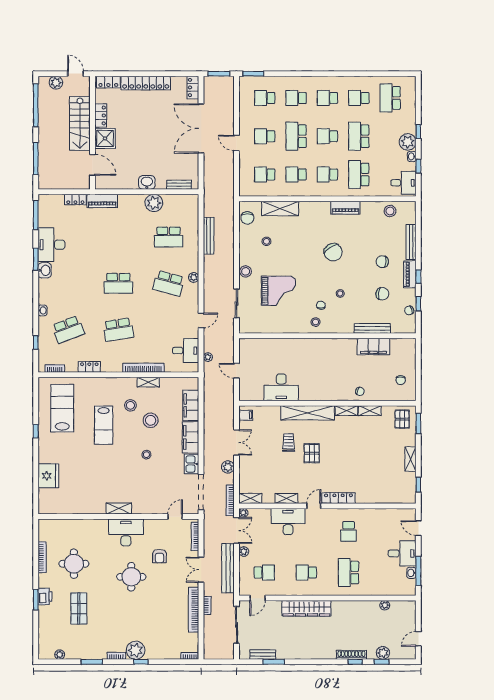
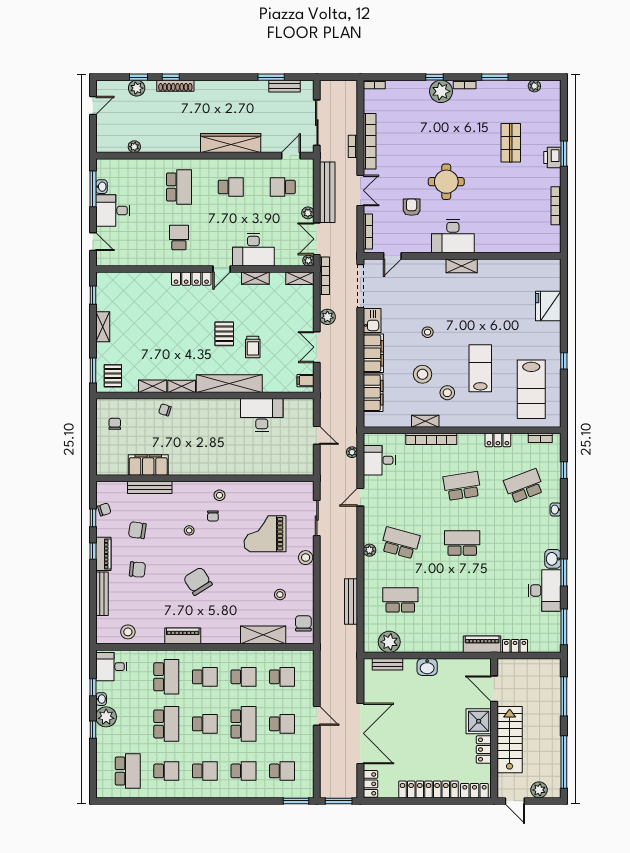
plant: (154, 203) -> (389, 642), moved
round table: (74, 564) -> (517, 198), removed

